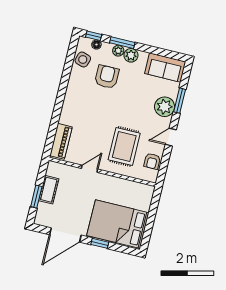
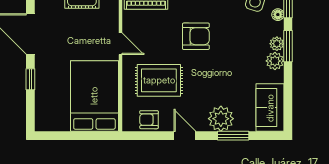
armchair: (107, 77) -> (196, 36), moved
bed: (118, 224) -> (94, 96), moved

